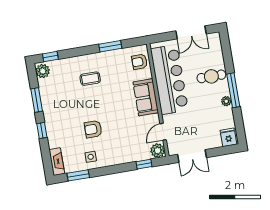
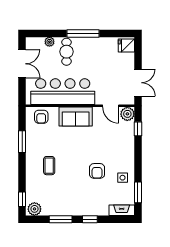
plant: (226, 101) -> (49, 42), moved

